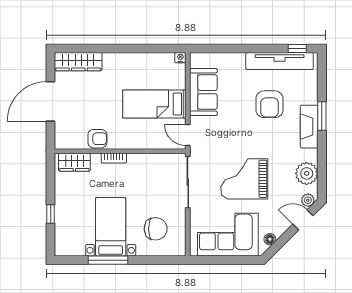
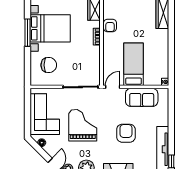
armchair: (270, 104) -> (126, 133), moved, turned 90
bed with nightstands: (111, 227) -> (50, 28), width x1.36
chair: (156, 229) -> (49, 65), turned -90

